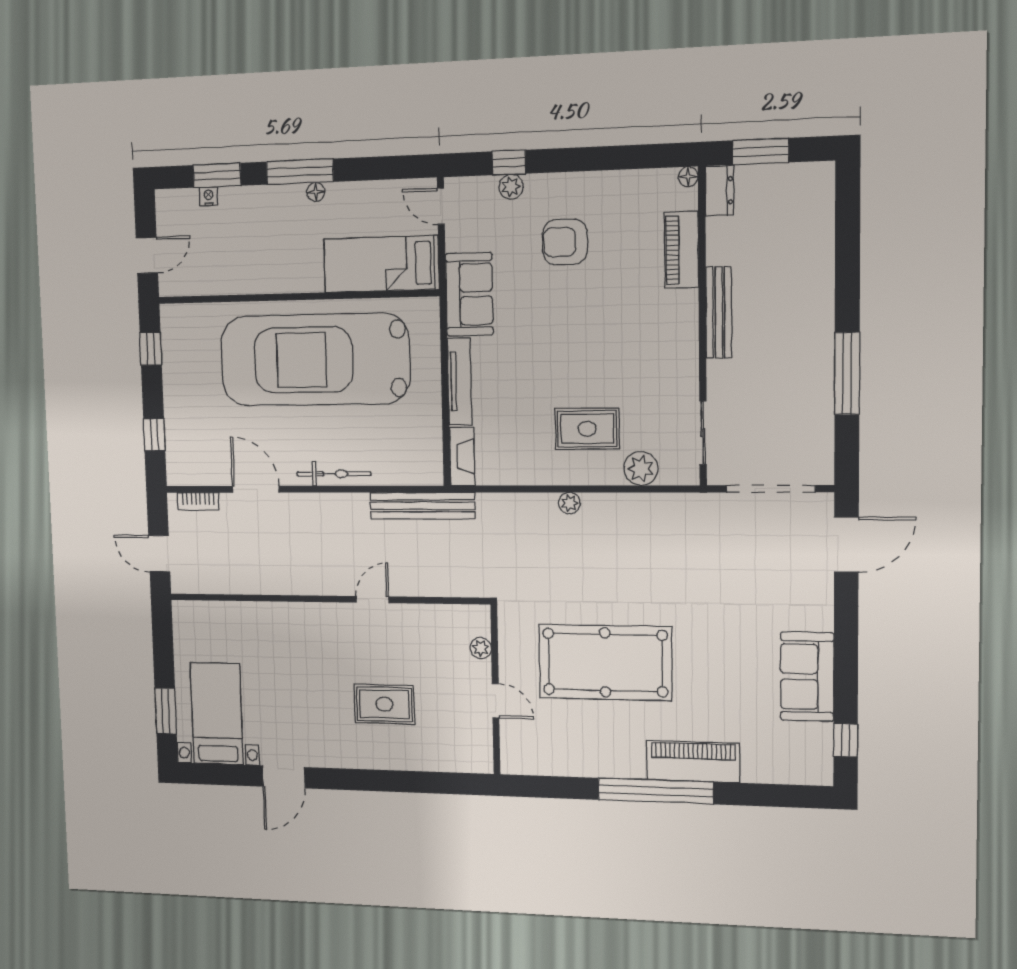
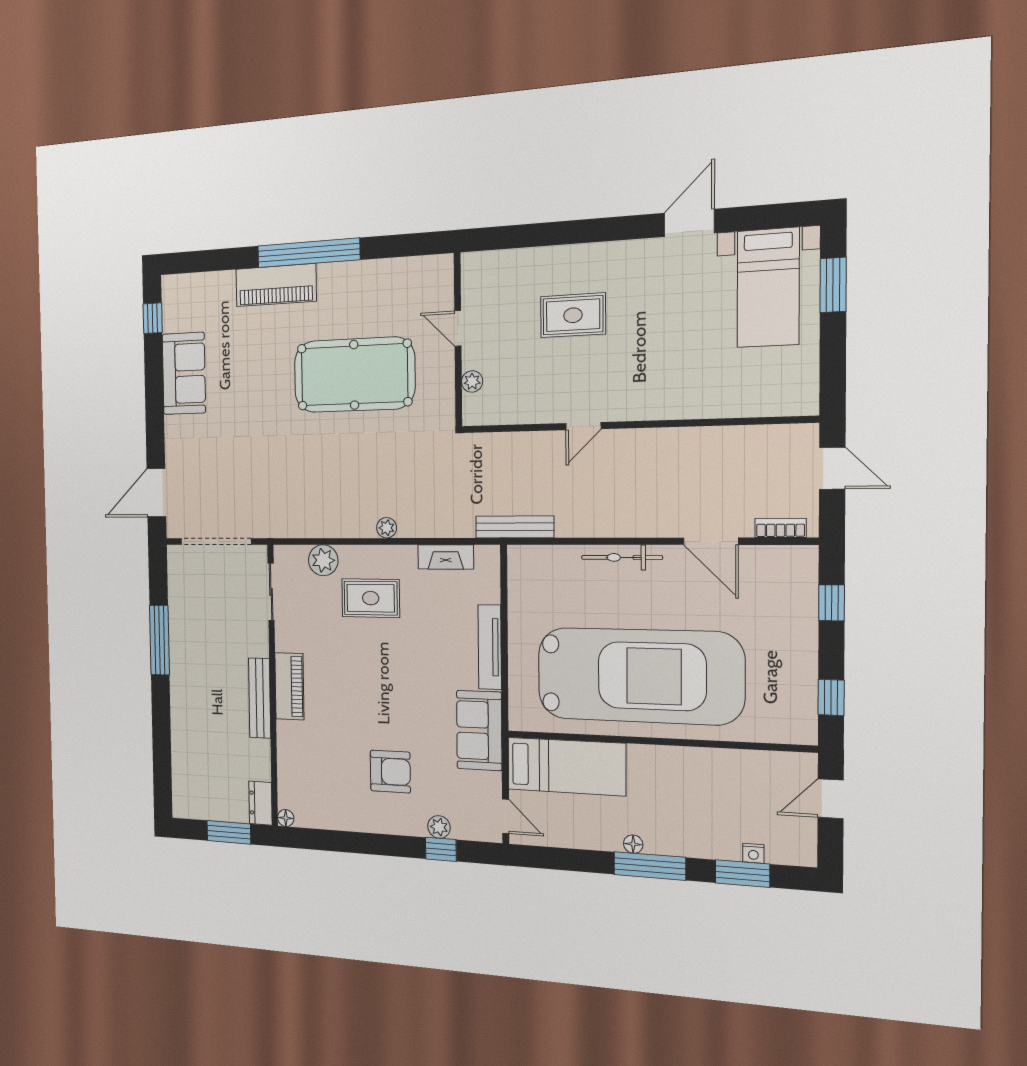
piano: (682, 250) -> (289, 686), moved
fireplace: (462, 456) -> (446, 557), moved, turned -90
bench: (422, 506) -> (515, 527), width x0.73, depth x0.82

